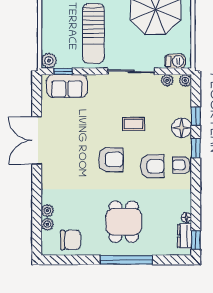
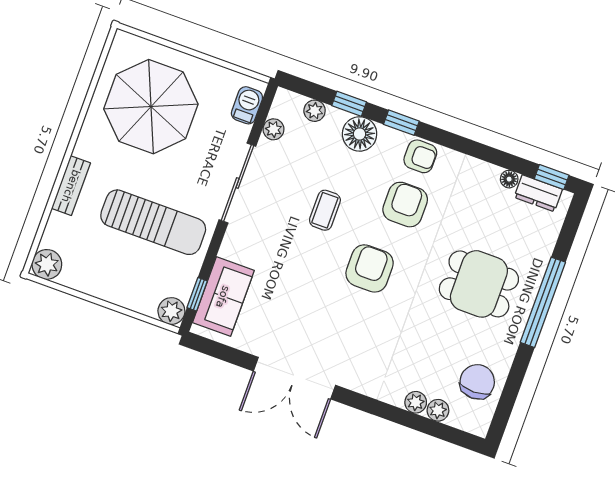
plant: (185, 80) -> (315, 111), moved
armchair: (181, 165) -> (420, 156), turned -90

